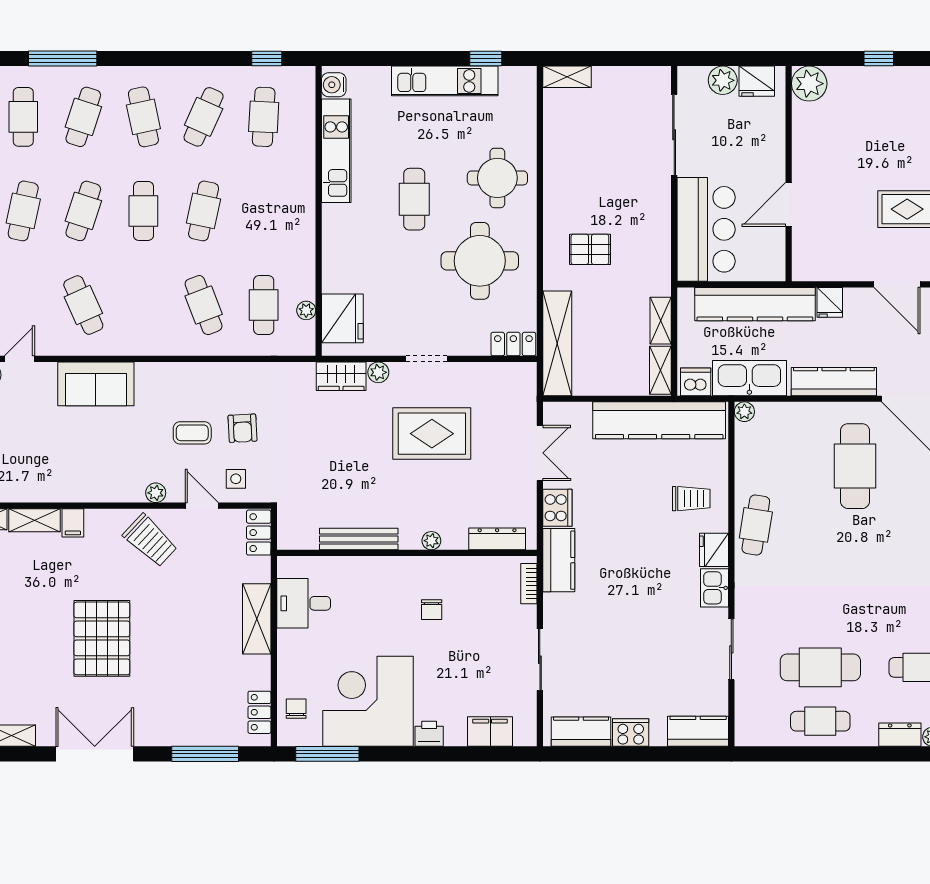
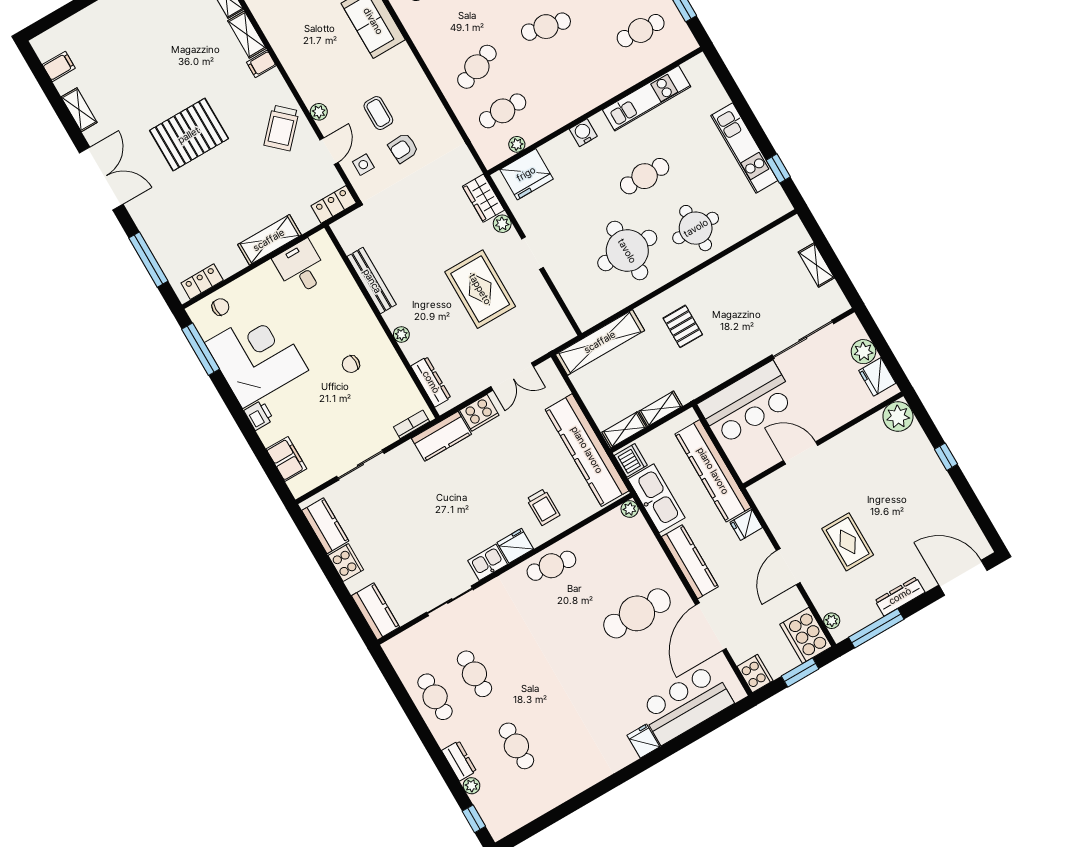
shelving: (567, 77) -> (816, 265), moved
water cooler: (334, 85) -> (583, 133), moved
locker: (513, 344) -> (581, 311), removed
cafe table: (820, 667) -> (474, 674), width x0.73, depth x0.74

